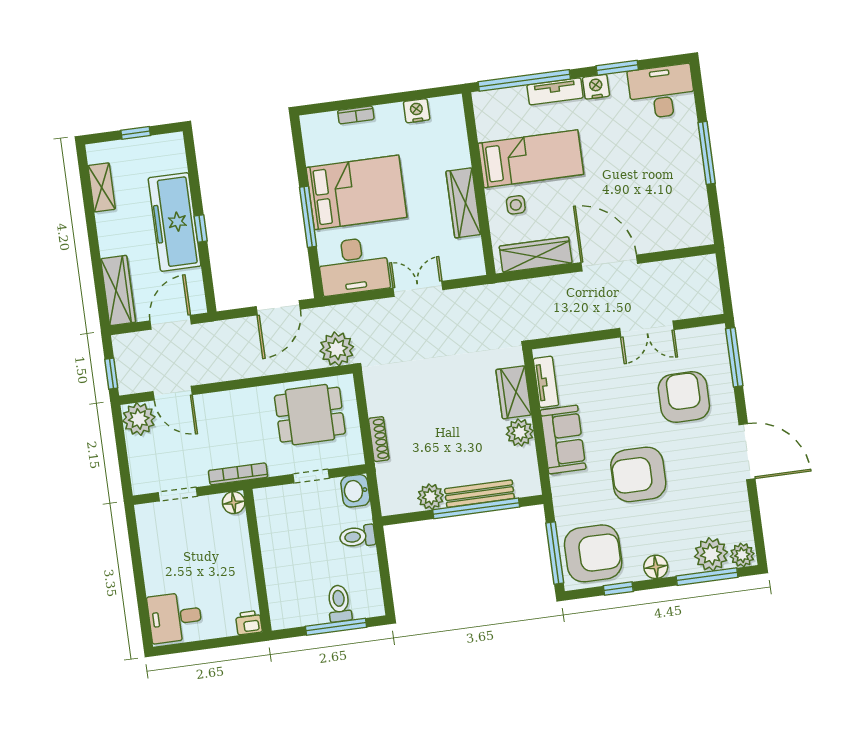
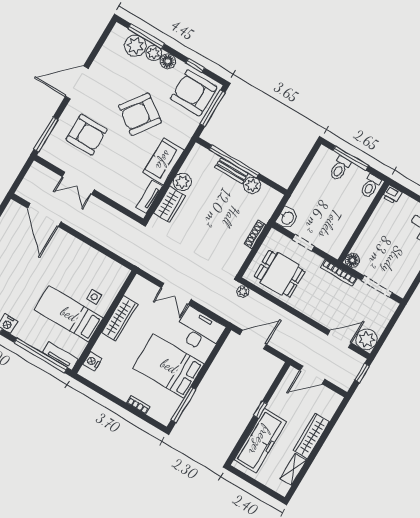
tv unit: (555, 91) -> (60, 356), moved
nightstand: (417, 111) -> (92, 362), moved, turned 90
window: (136, 133) -> (255, 483), removed
window: (308, 217) -> (183, 405), moved
freezer: (175, 222) -> (260, 441), moved
wardrobe: (536, 255) -> (104, 264), removed
door: (609, 263) -> (44, 215), moved
wardrobe: (118, 291) -> (311, 436), moved
double door: (647, 329) -> (78, 183), swing flipped
plant: (337, 349) -> (243, 292), width x0.53, depth x0.53
door: (173, 393) -> (339, 339), hinge flipped
armchair: (684, 397) -> (87, 135), turned -90
door: (747, 452) -> (77, 83), hinge flipped
armchair: (638, 474) -> (140, 114), turned 126
doorway: (178, 494) -> (377, 287), width x1.38
bench: (479, 494) -> (231, 170), width x0.73
toilet: (357, 536) -> (370, 186), moved, turned 90
plant: (742, 555) -> (154, 53), moved

